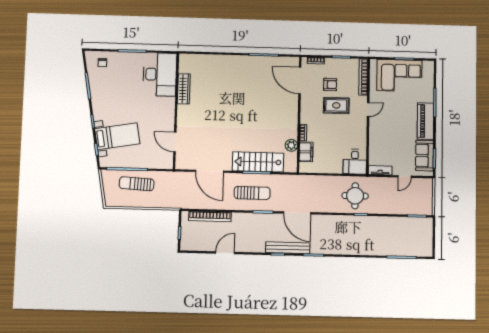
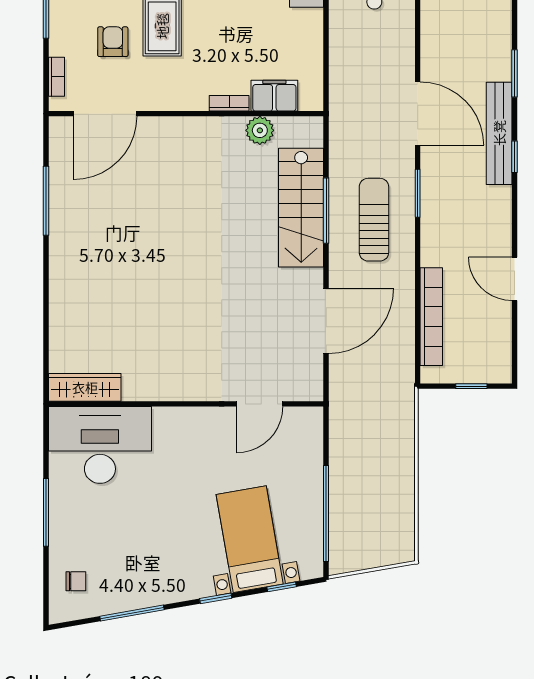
wardrobe: (184, 89) -> (85, 387), moved
sun lounger: (137, 184) -> (360, 490), removed
door: (297, 213) -> (418, 113), hinge flipped

